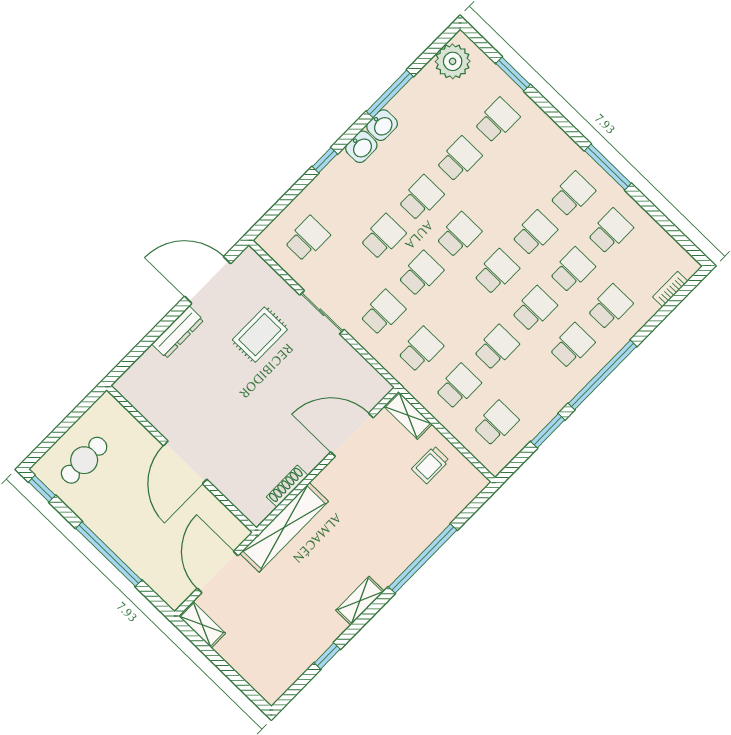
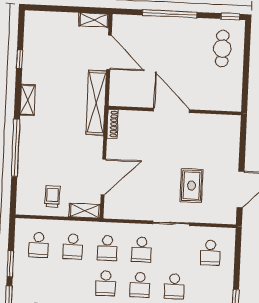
dresser: (178, 332) -> (232, 151), removed
school desk: (496, 348) -> (106, 283), moved
wall: (182, 459) -> (175, 110), moved
door: (185, 462) -> (171, 110), moved

